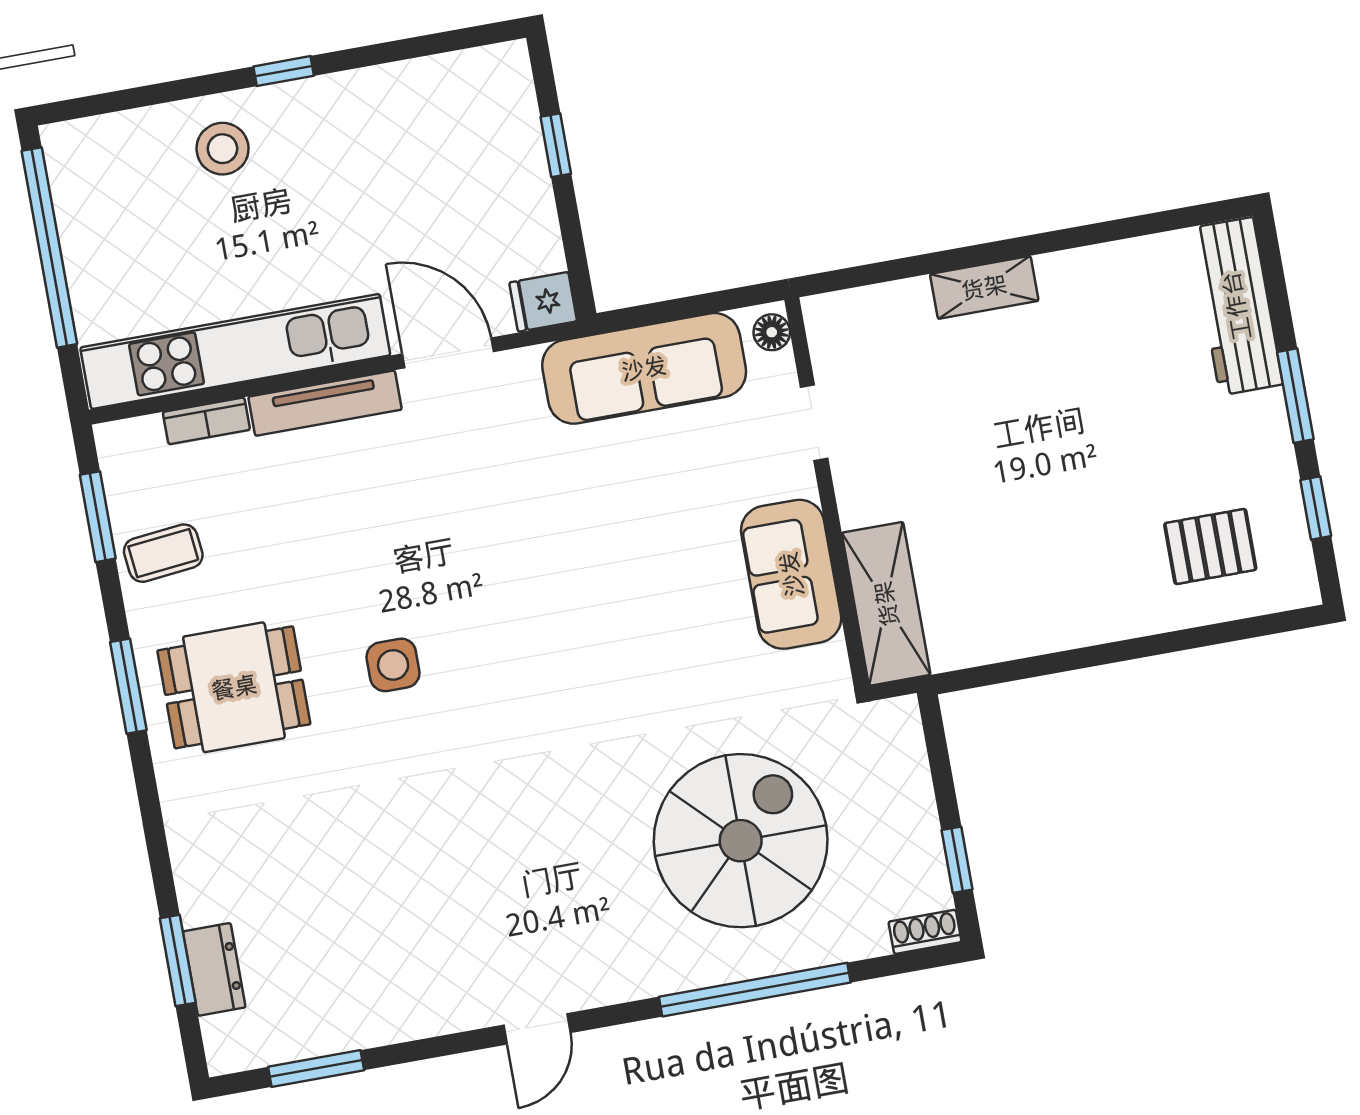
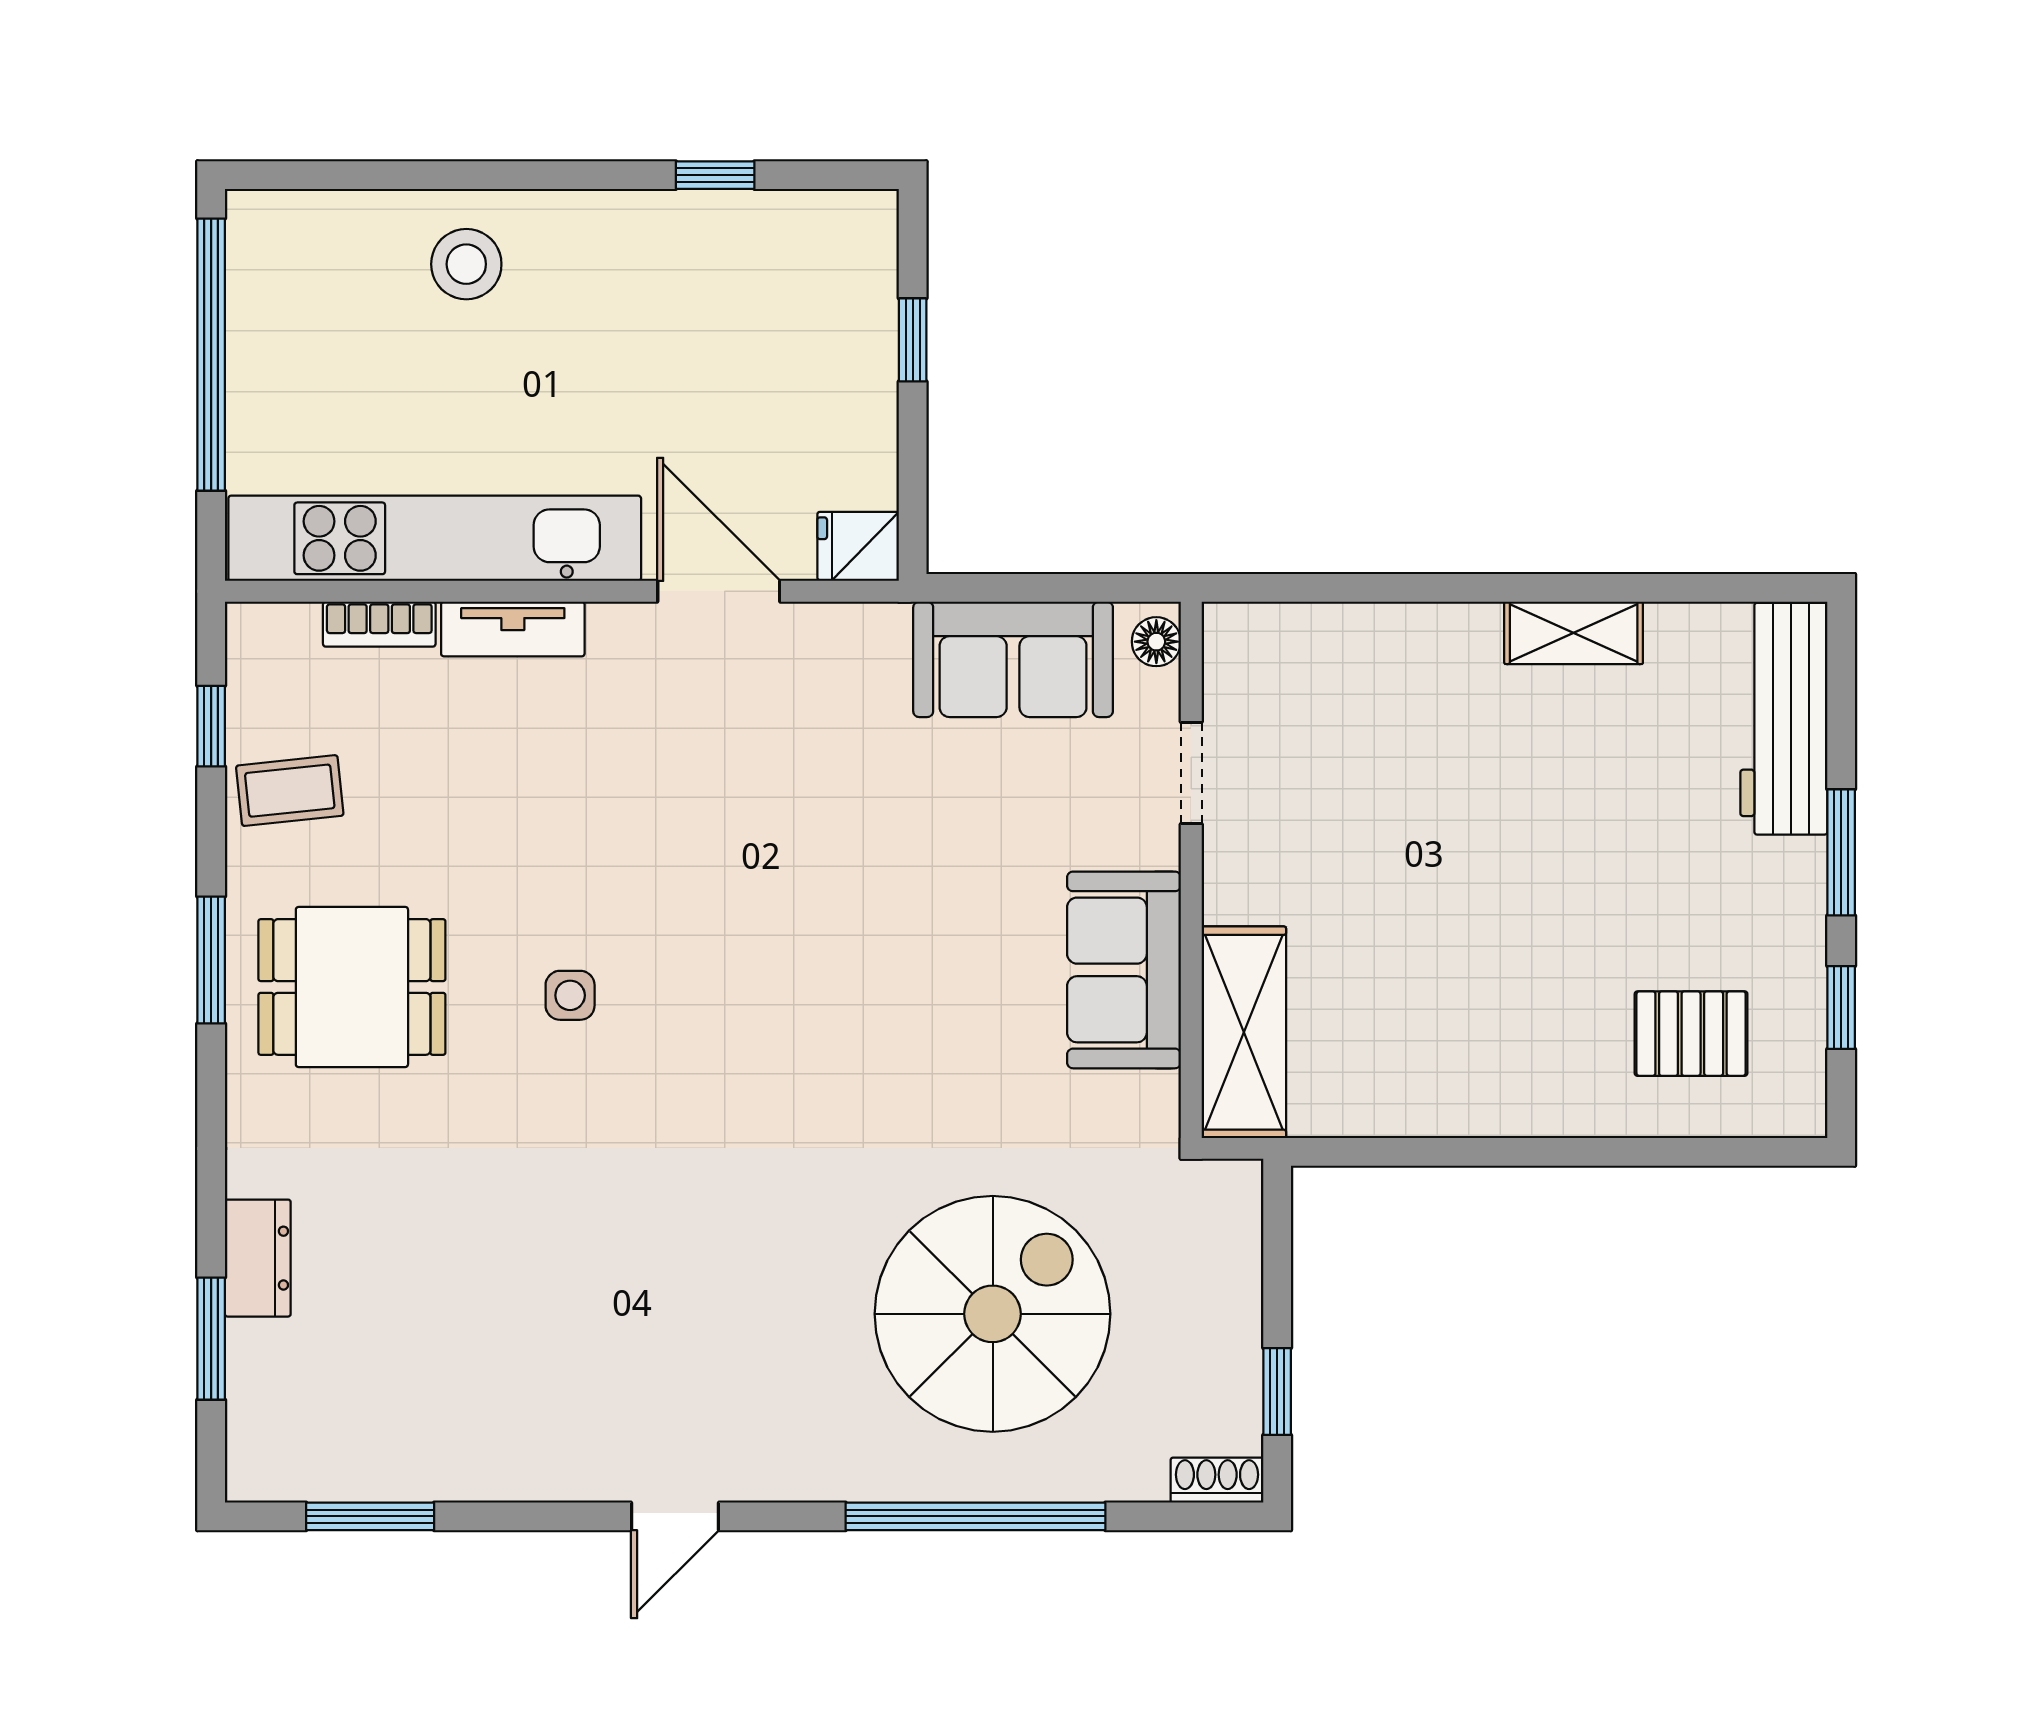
window: (284, 71) -> (715, 175), moved
shelving: (984, 287) -> (1574, 633), moved
sofa: (644, 368) -> (1013, 659), width x0.73
tv unit: (325, 403) -> (513, 629), width x0.71
window: (98, 517) -> (211, 726), width x0.67
side table: (393, 665) -> (570, 995), width x0.73, depth x0.73
dresser: (214, 969) -> (258, 1258), moved

